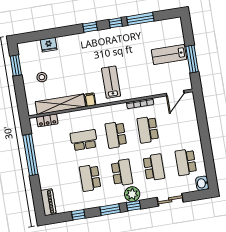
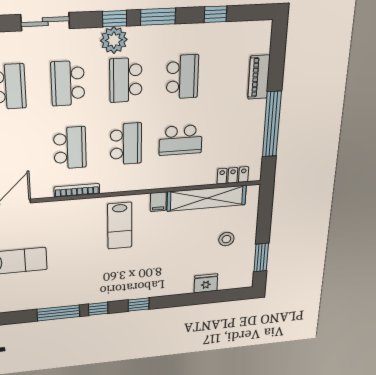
piano: (48, 202) -> (259, 77), moved

